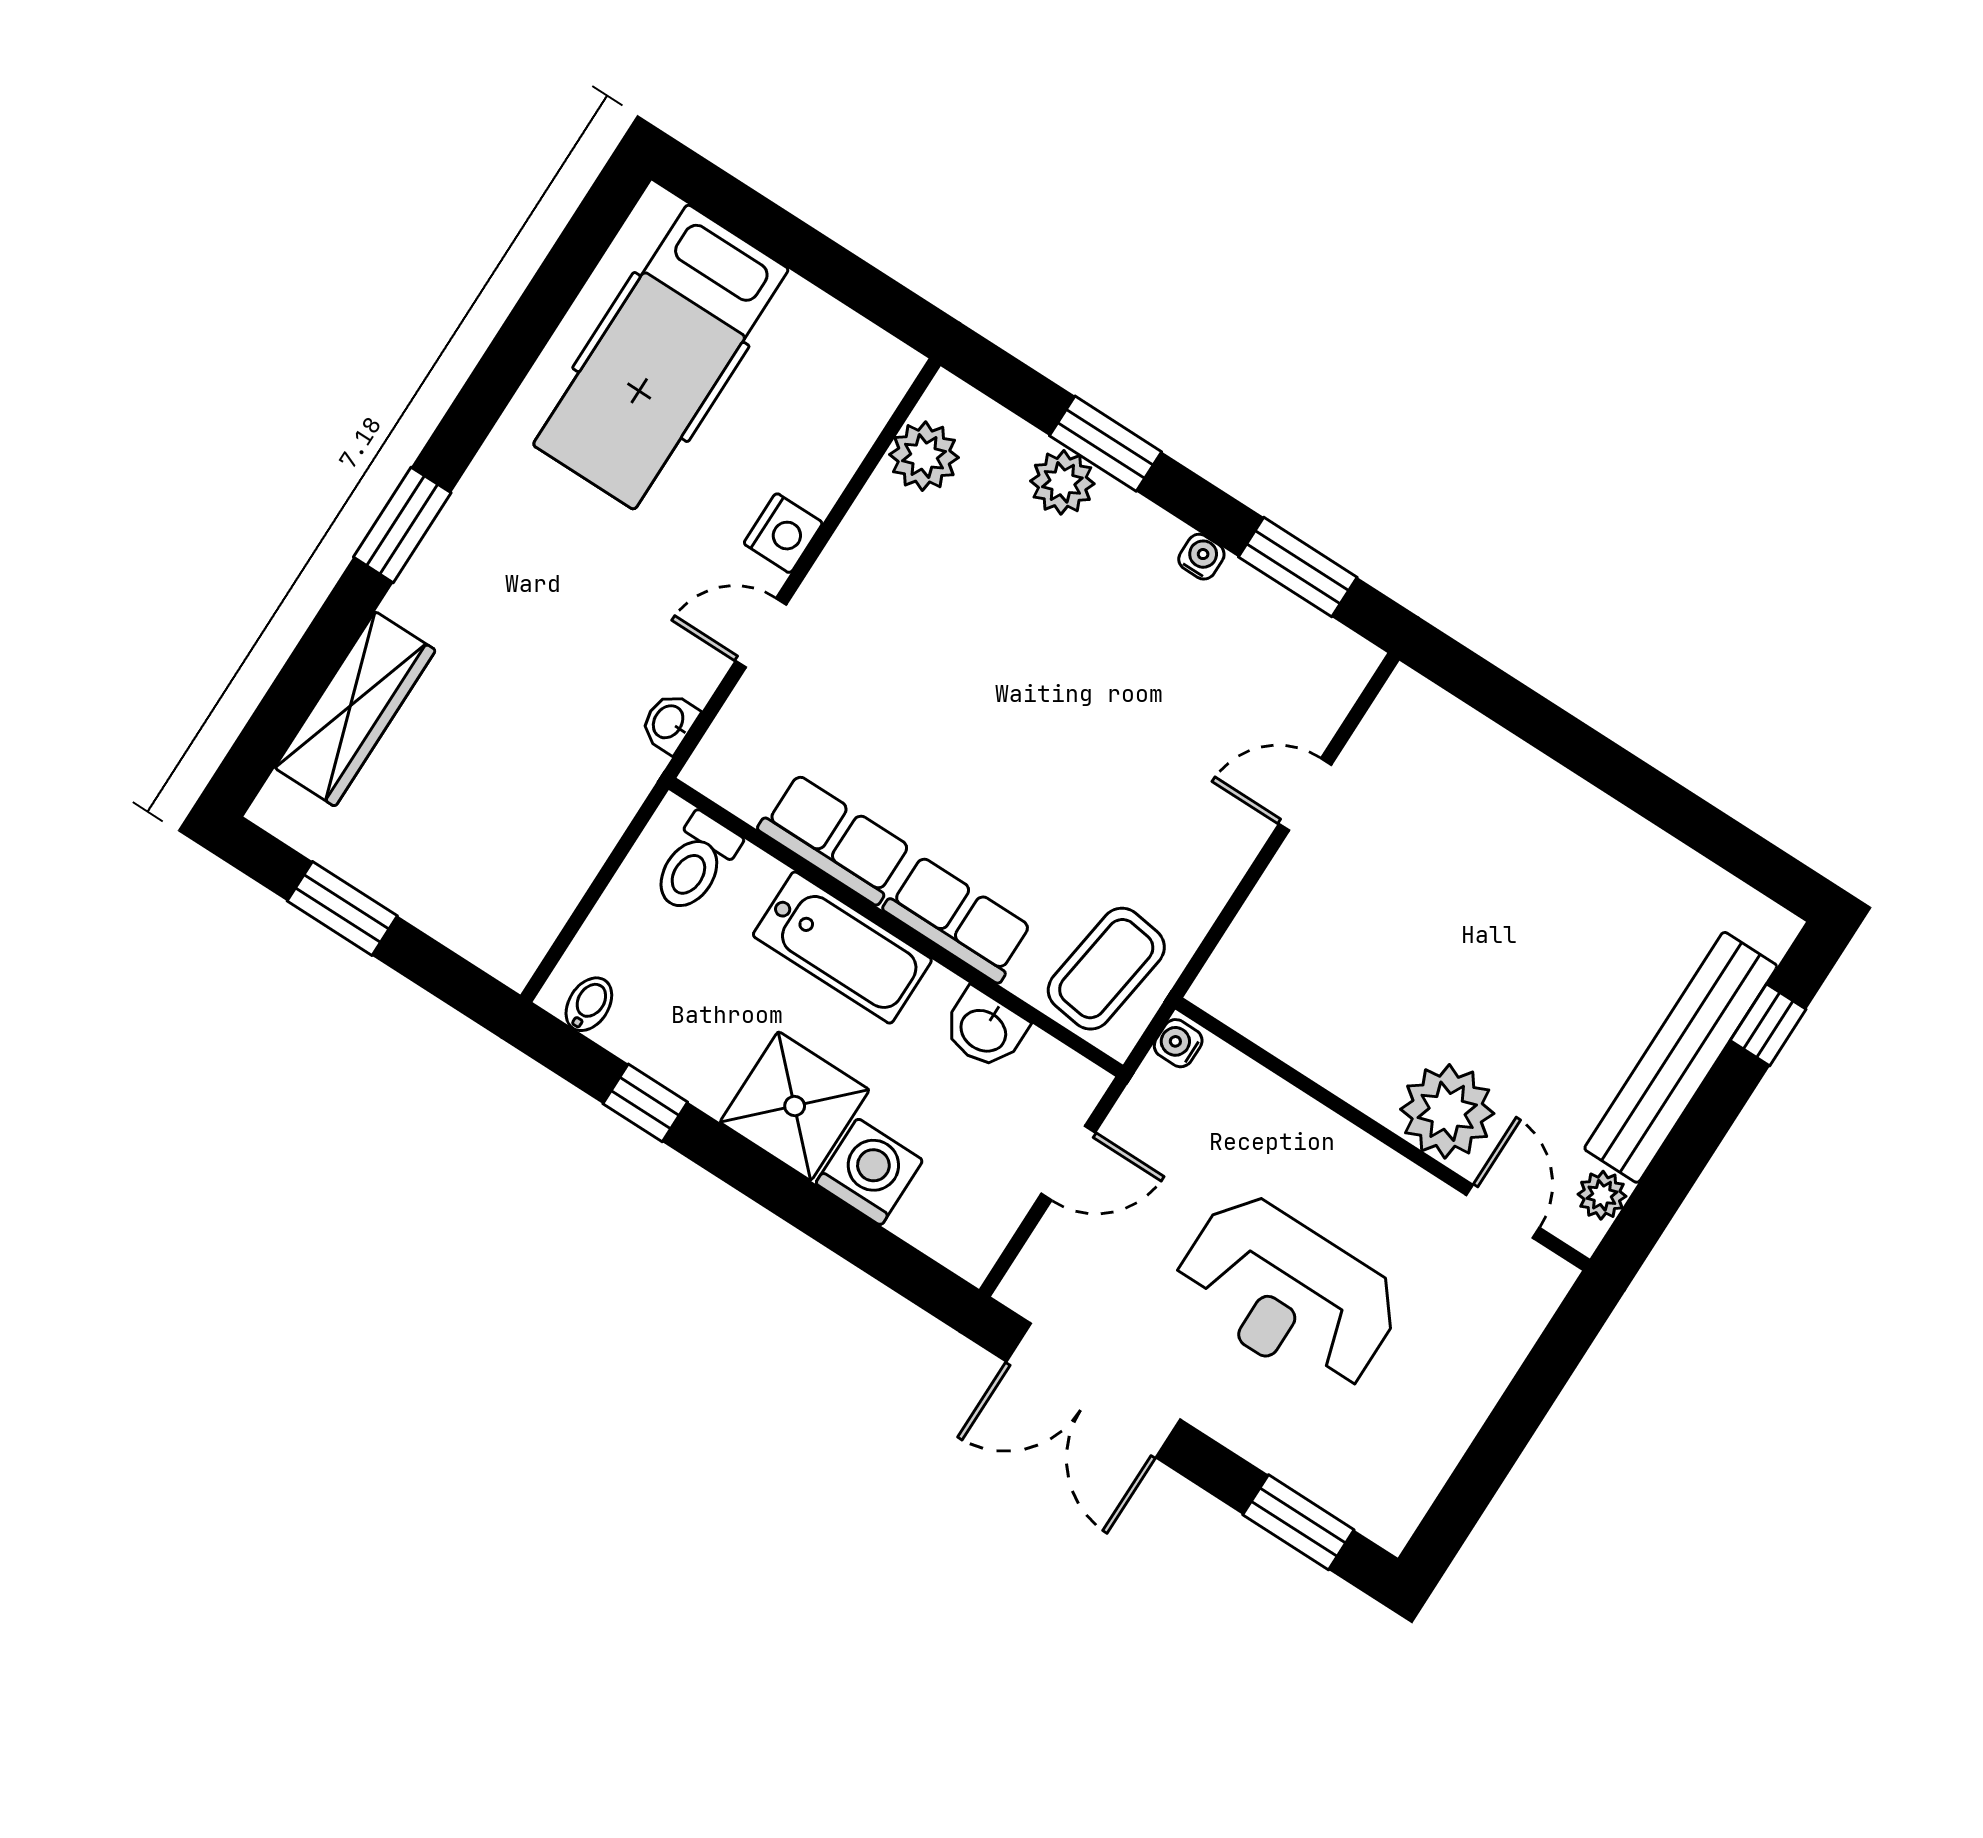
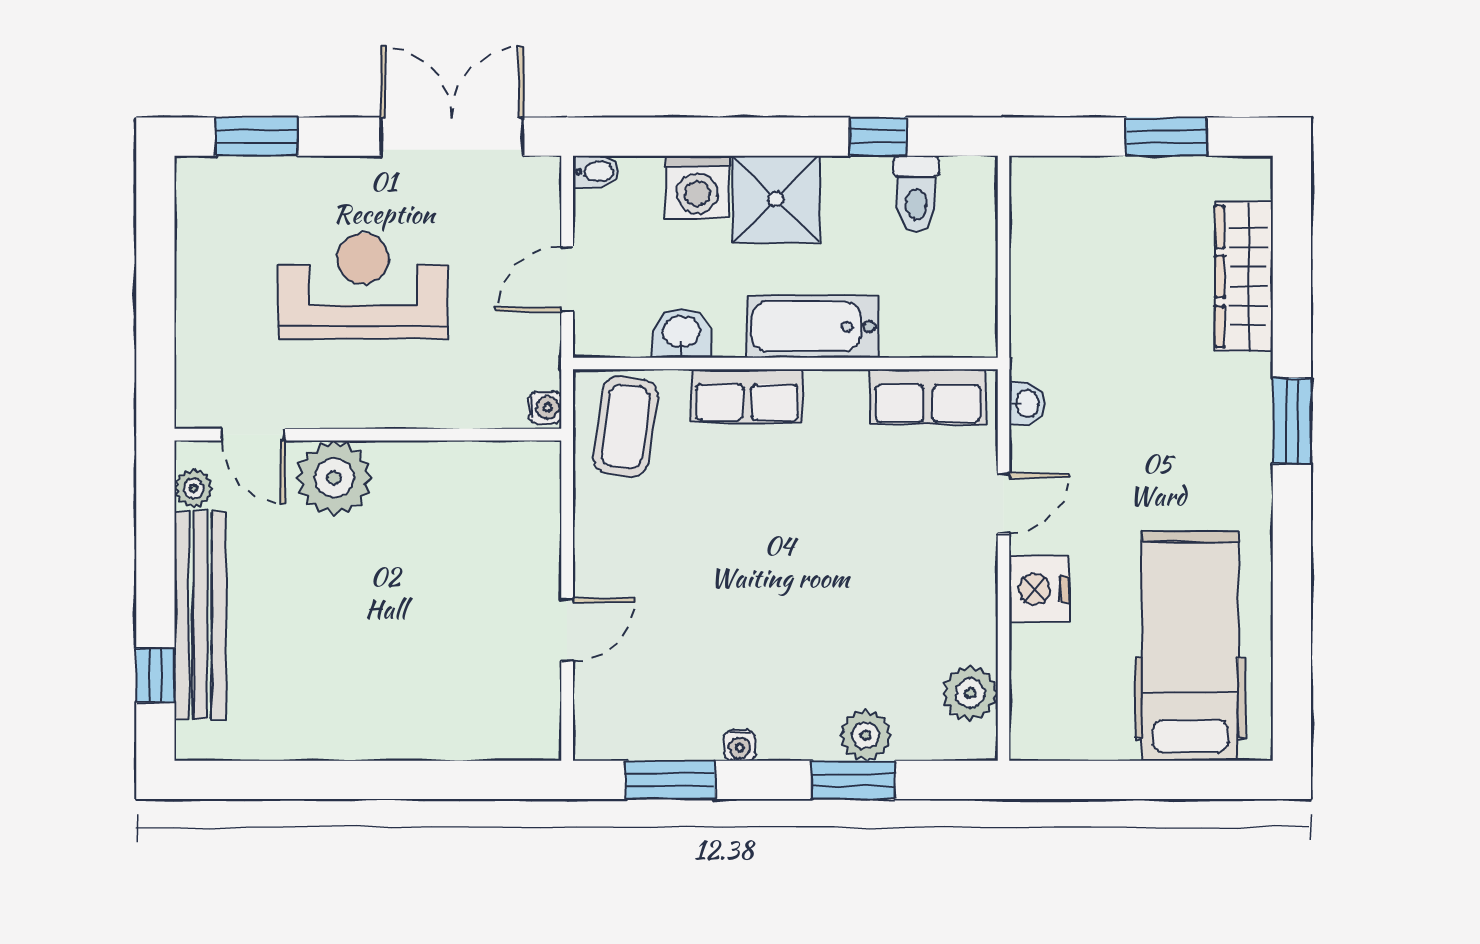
nightstand: (783, 533) -> (1039, 589), width x1.36, depth x1.33
row of seats: (835, 839) -> (928, 397), moved
toilet: (696, 863) -> (916, 194), moved, turned 180
bidet: (589, 1004) -> (596, 171), moved, turned -90

